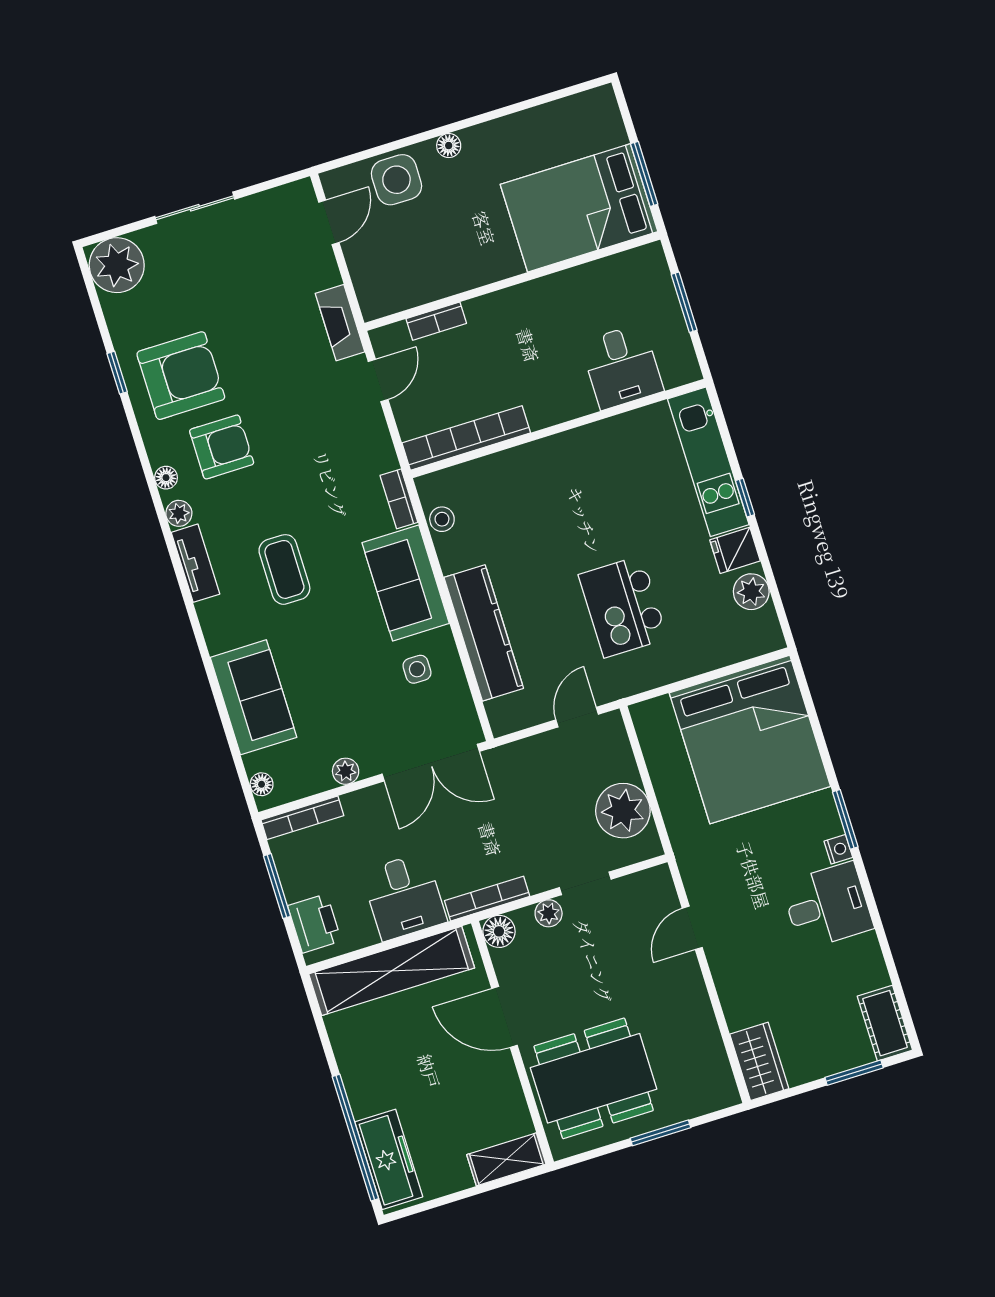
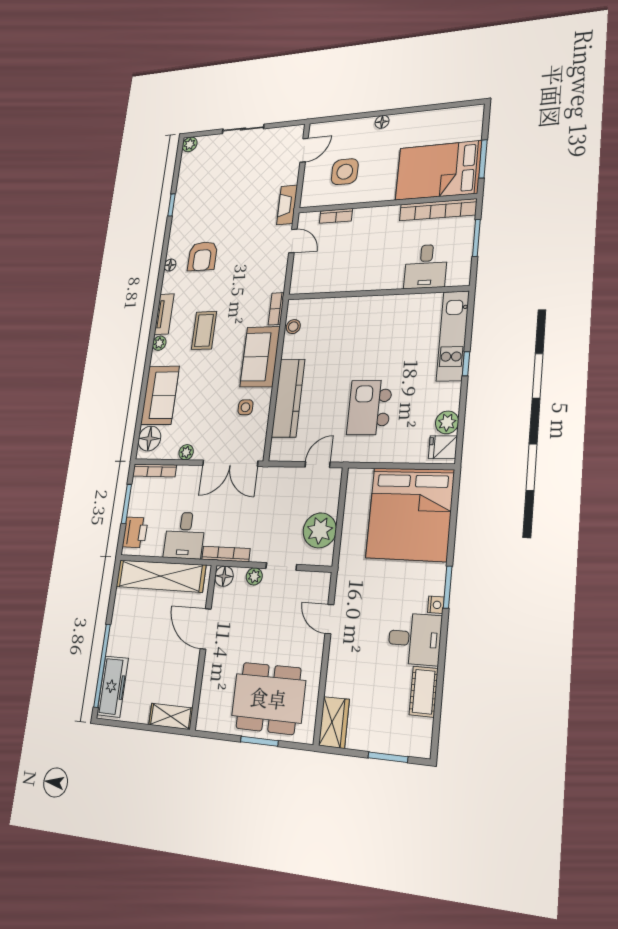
side table: (396, 180) -> (345, 172), moved
plant: (117, 265) -> (190, 144), width x0.53, depth x0.53
armchair: (181, 376) -> (200, 214), removed
door: (378, 381) -> (293, 241), hinge flipped
bookcase: (466, 438) -> (438, 210), moved, turned 180
armchair: (222, 447) -> (202, 256), turned 90
plant: (179, 513) -> (159, 343), moved
fridge: (735, 550) -> (443, 447), moved
floor lamp: (262, 784) -> (149, 439), width x1.89, depth x1.89
door: (692, 928) -> (329, 619), hinge flipped
cot: (885, 1023) -> (424, 692), moved
dining table: (594, 1078) -> (268, 698), moved

